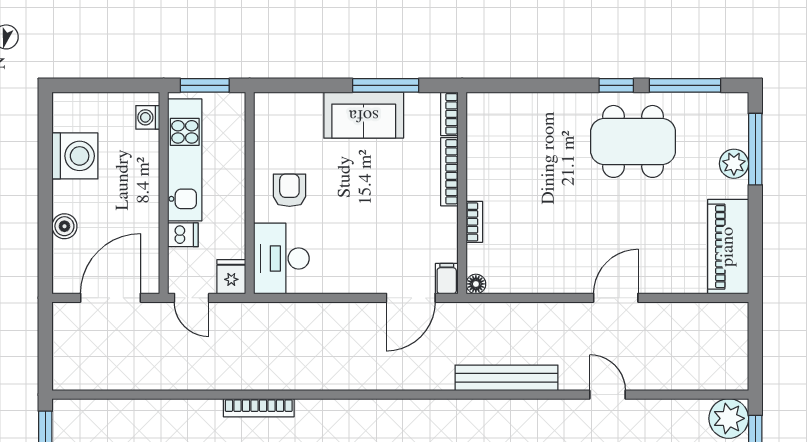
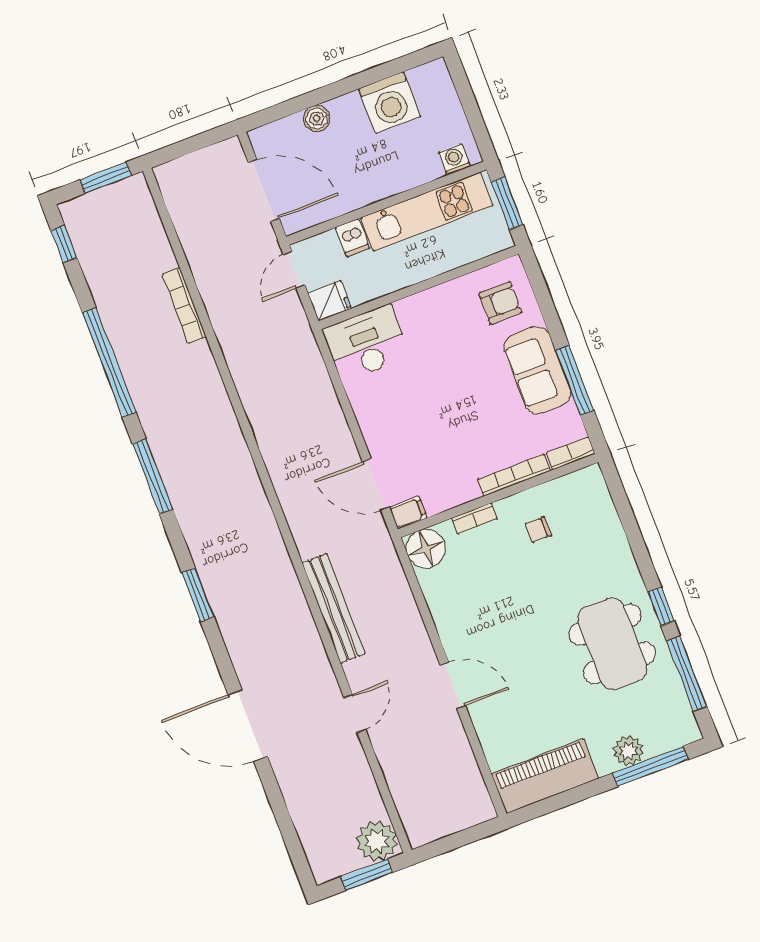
chair: (506, 168) -> (538, 529), added
armchair: (289, 190) -> (500, 303), moved
floor lamp: (476, 284) -> (426, 548), width x1.89, depth x1.89
bookcase: (259, 408) -> (184, 306), moved

